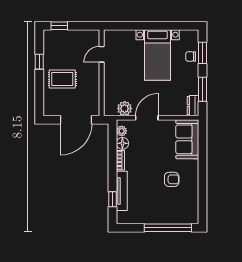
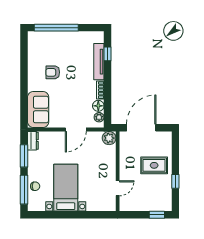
window: (203, 53) -> (24, 190), width x1.44
plant: (125, 108) -> (109, 138), moved

